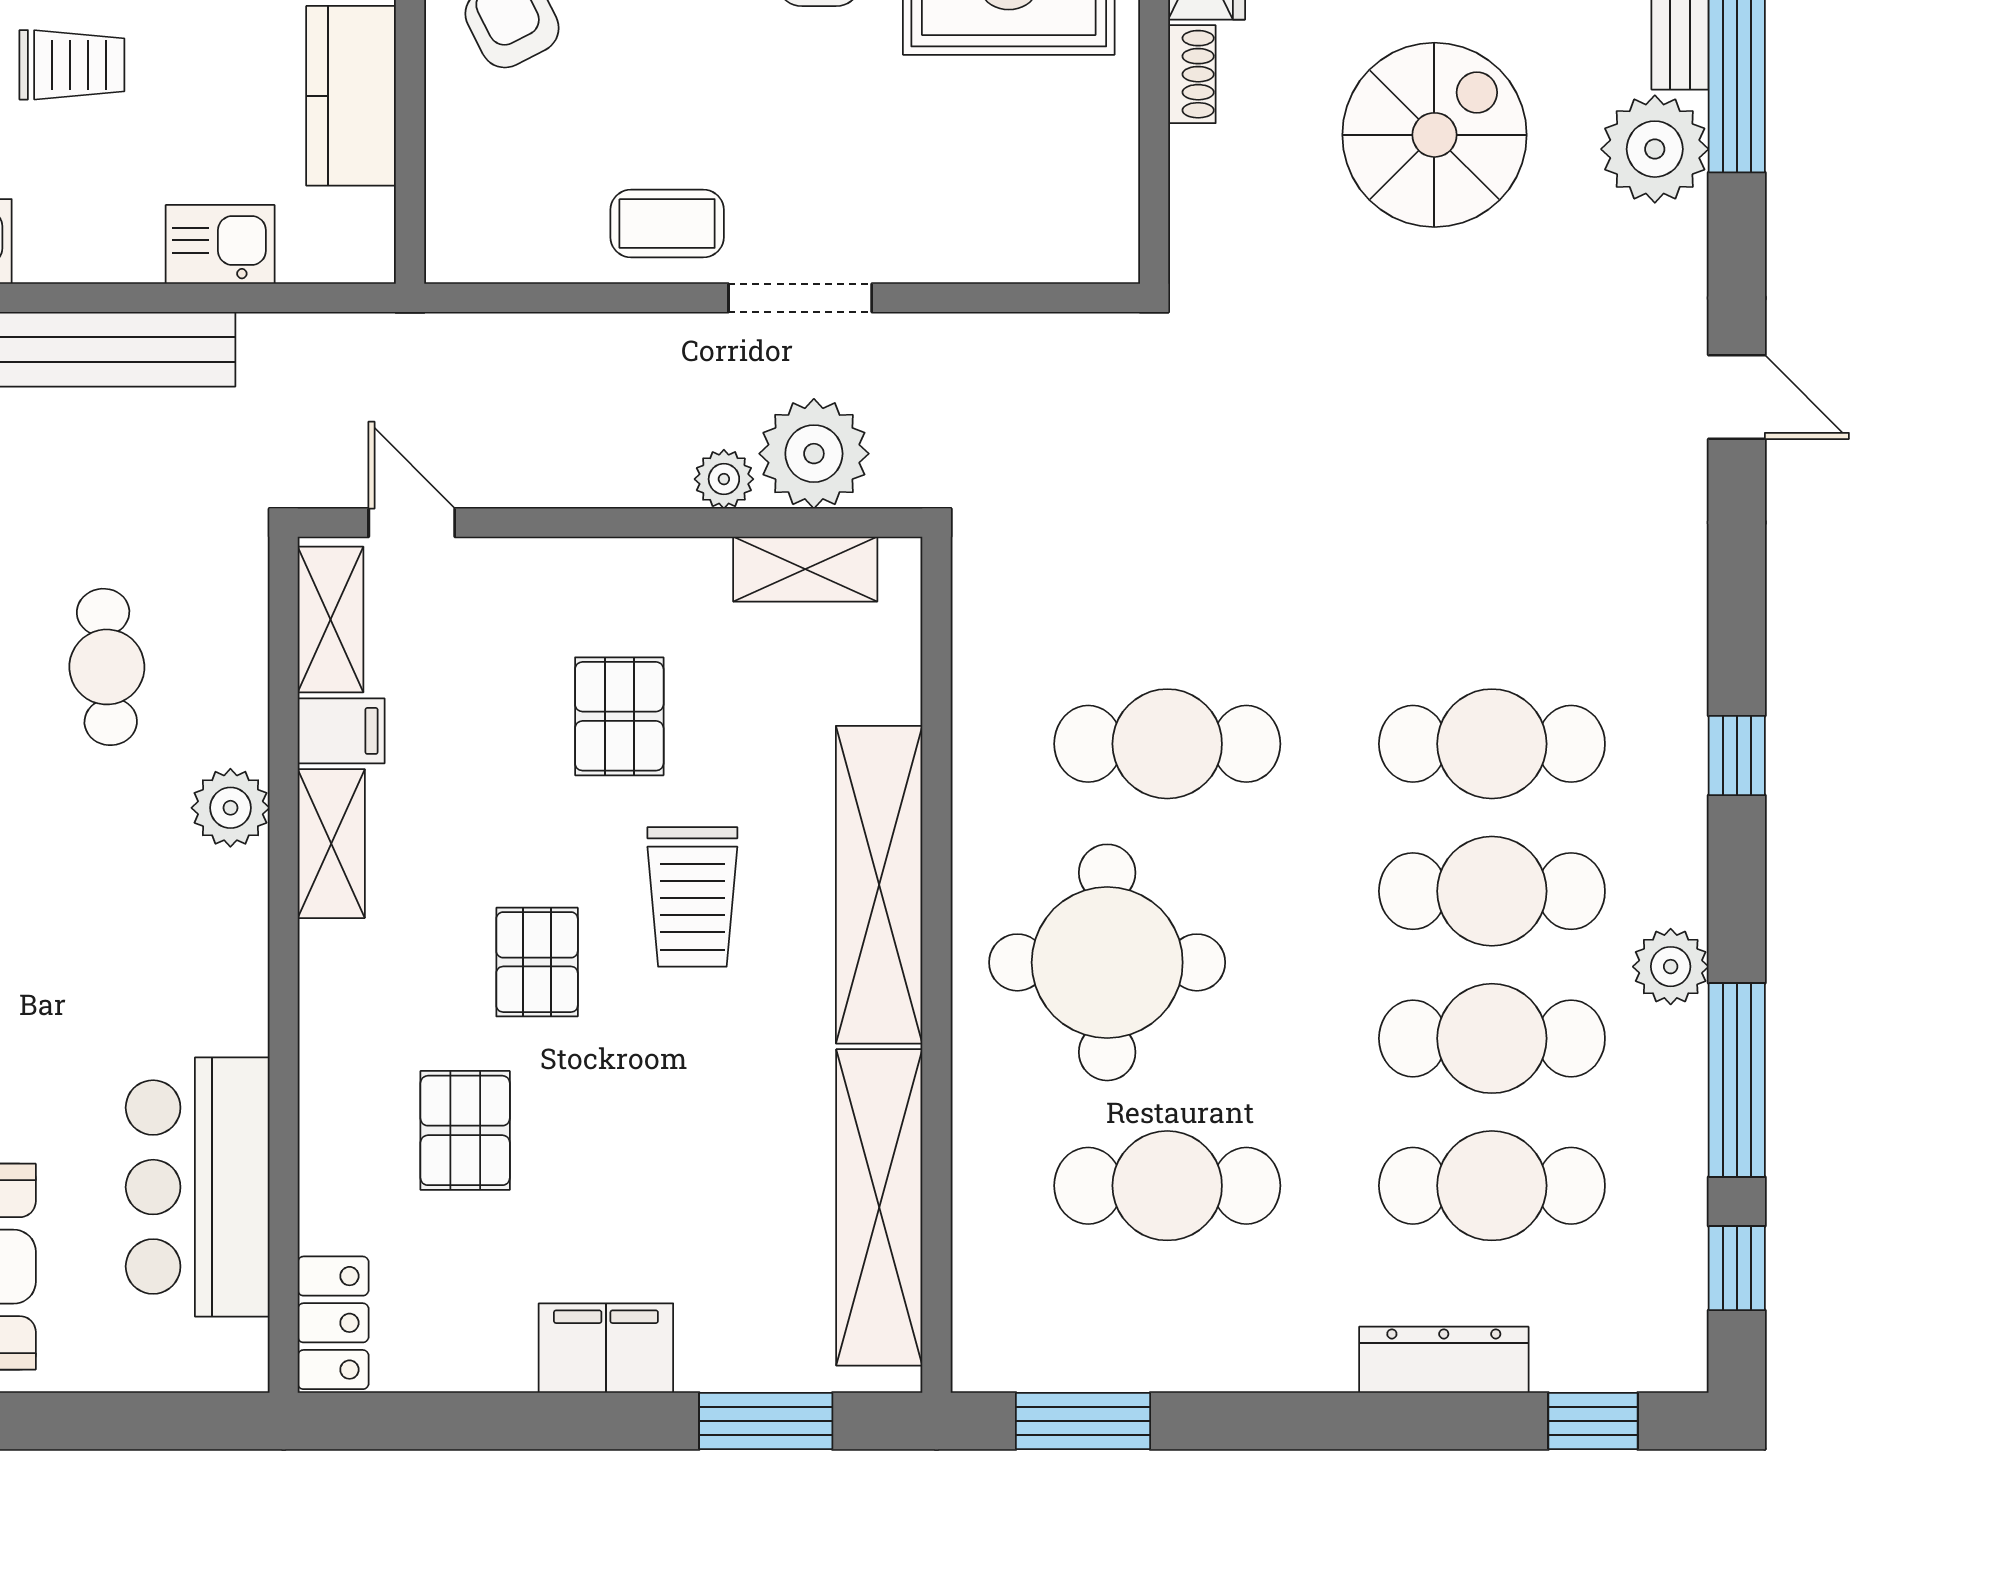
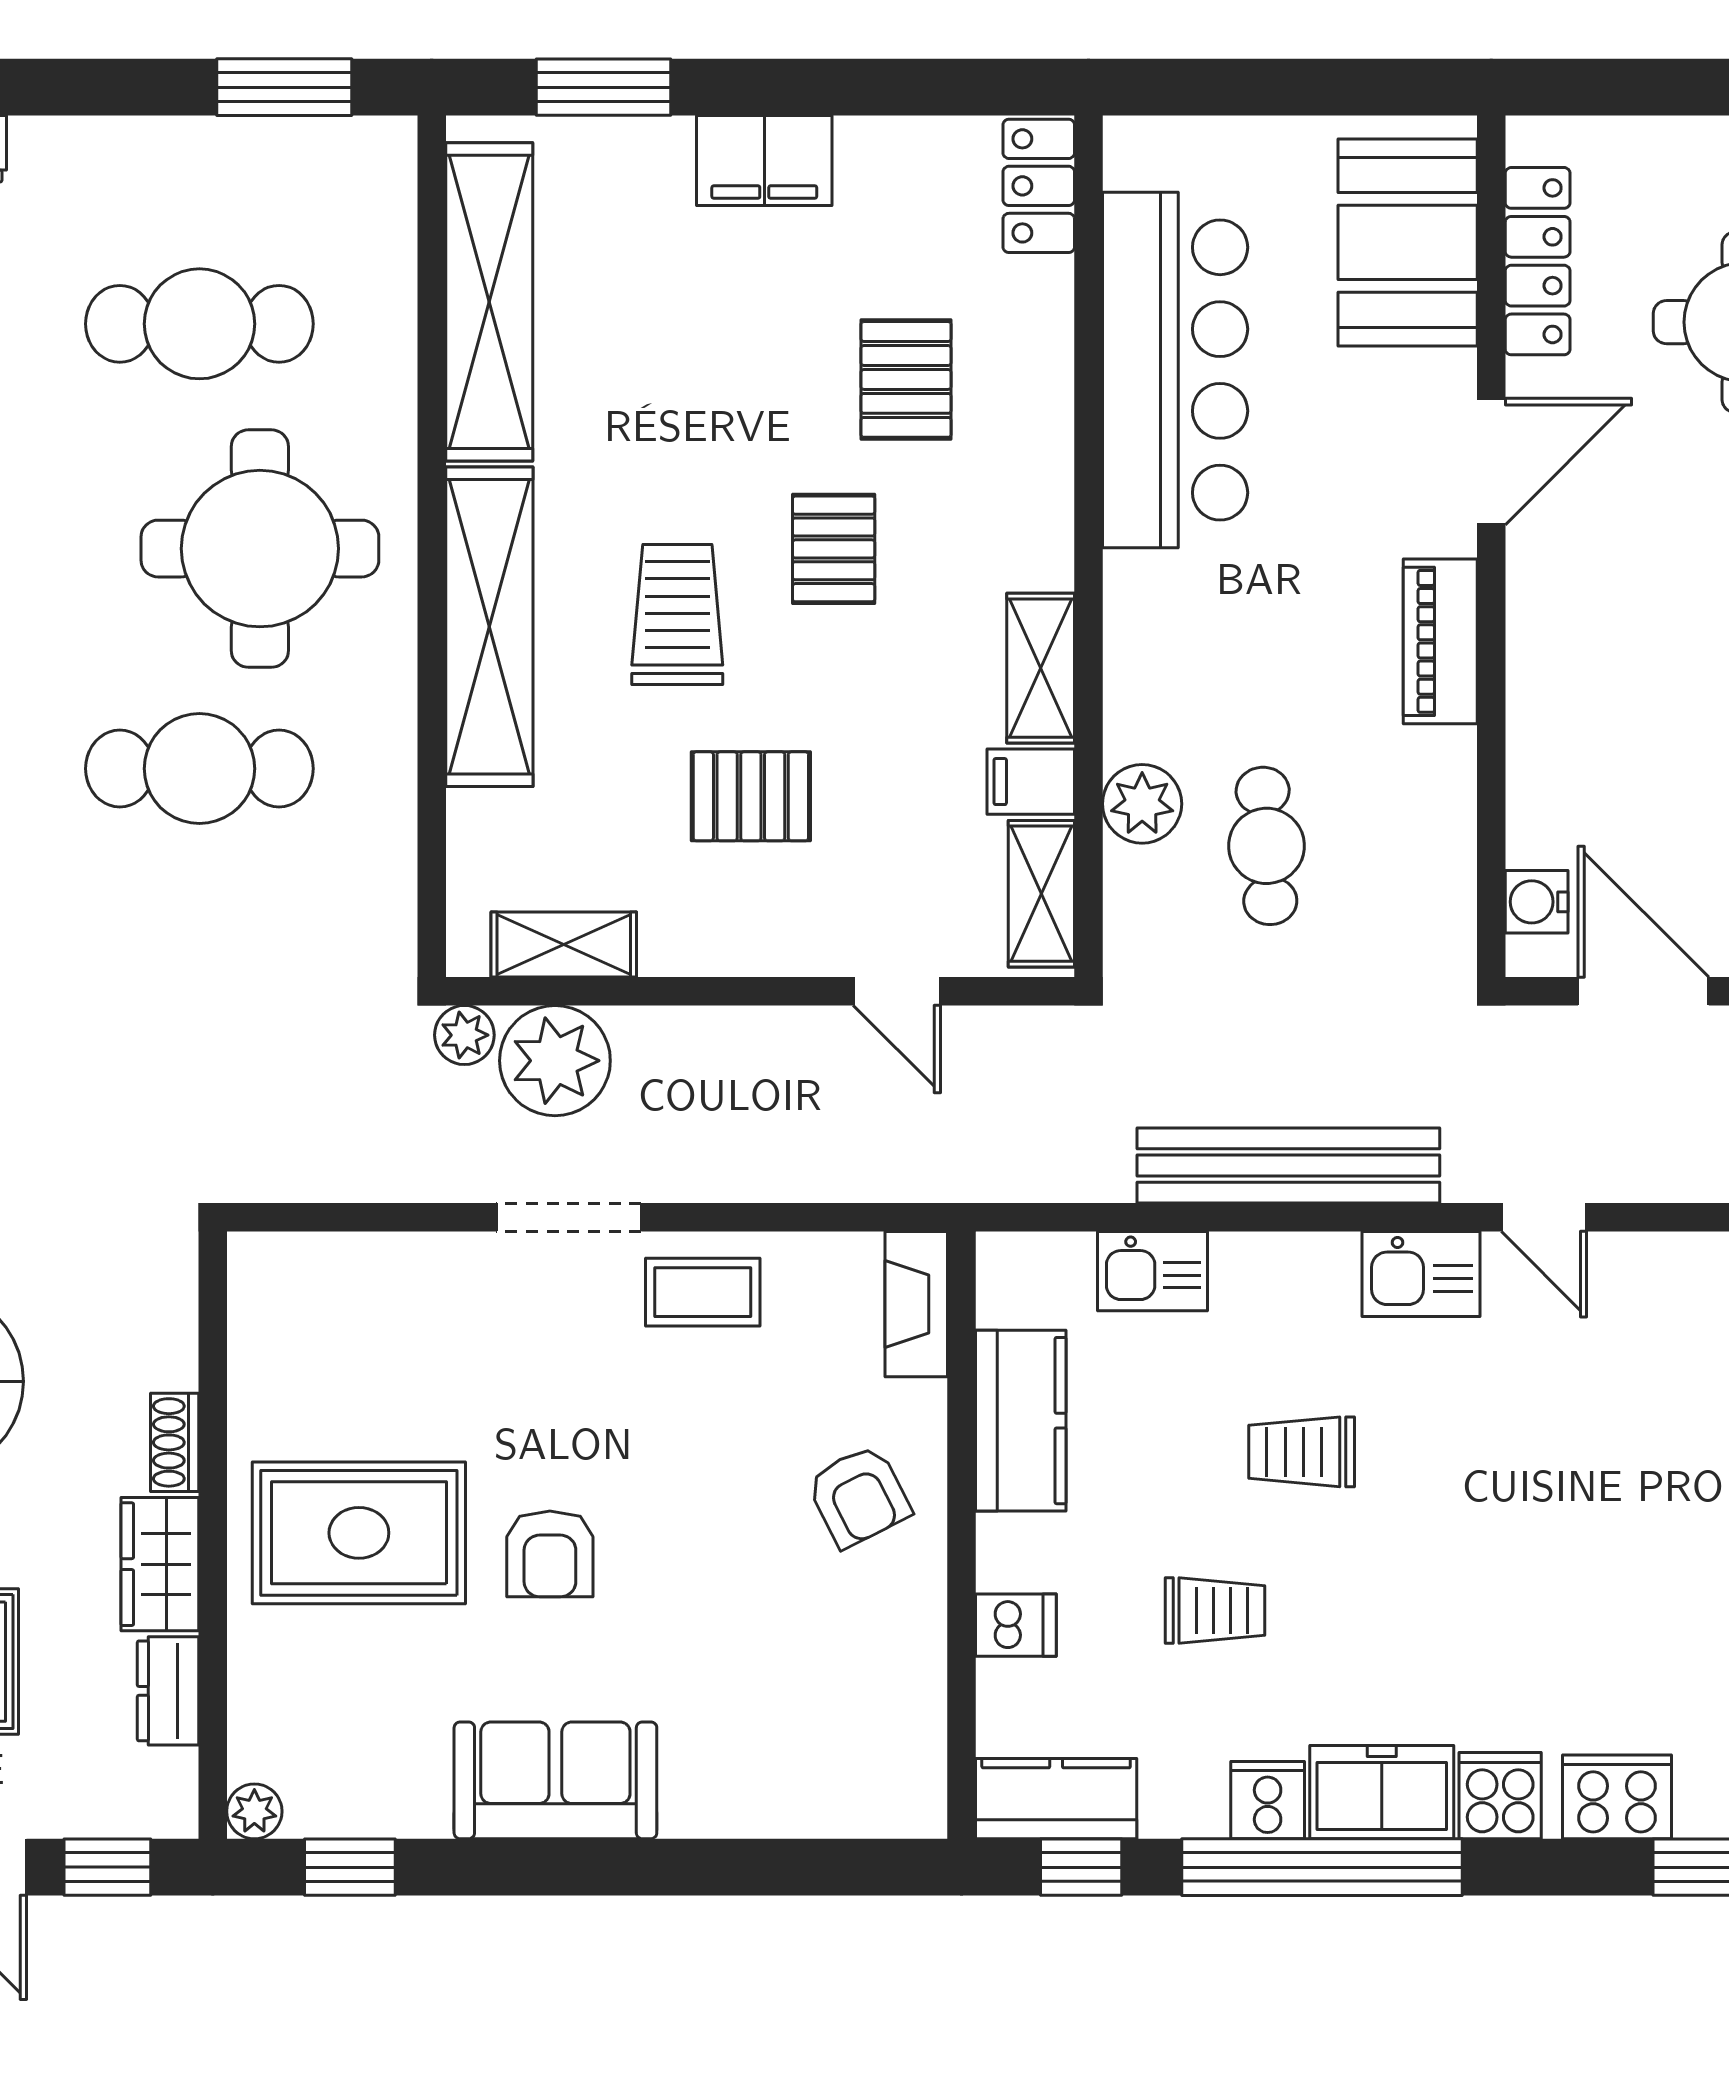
fireplace: (455, 212) -> (916, 1304), added
plant: (724, 479) -> (464, 1035), moved
door: (412, 523) -> (897, 991), moved
pallet: (619, 716) -> (751, 796), turned 90
plant: (230, 808) -> (1142, 804), moved
bar counter: (198, 1187) -> (1175, 370), width x1.36

